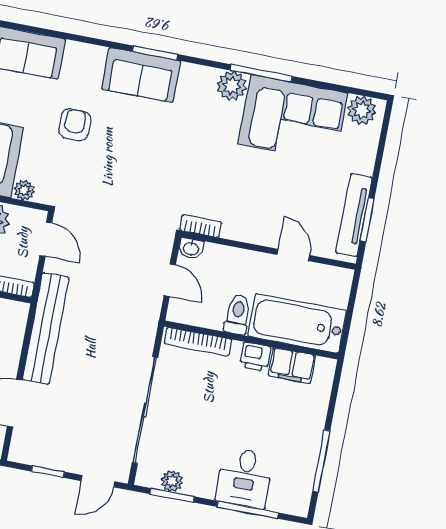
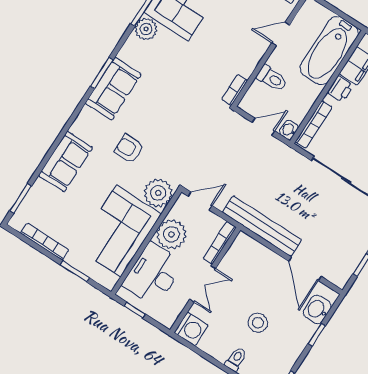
plant: (24, 190) -> (158, 193), width x1.87, depth x1.87
washbasin: (191, 248) -> (289, 130), moved, turned 180
toilet: (238, 315) -> (272, 78), moved, turned 180

